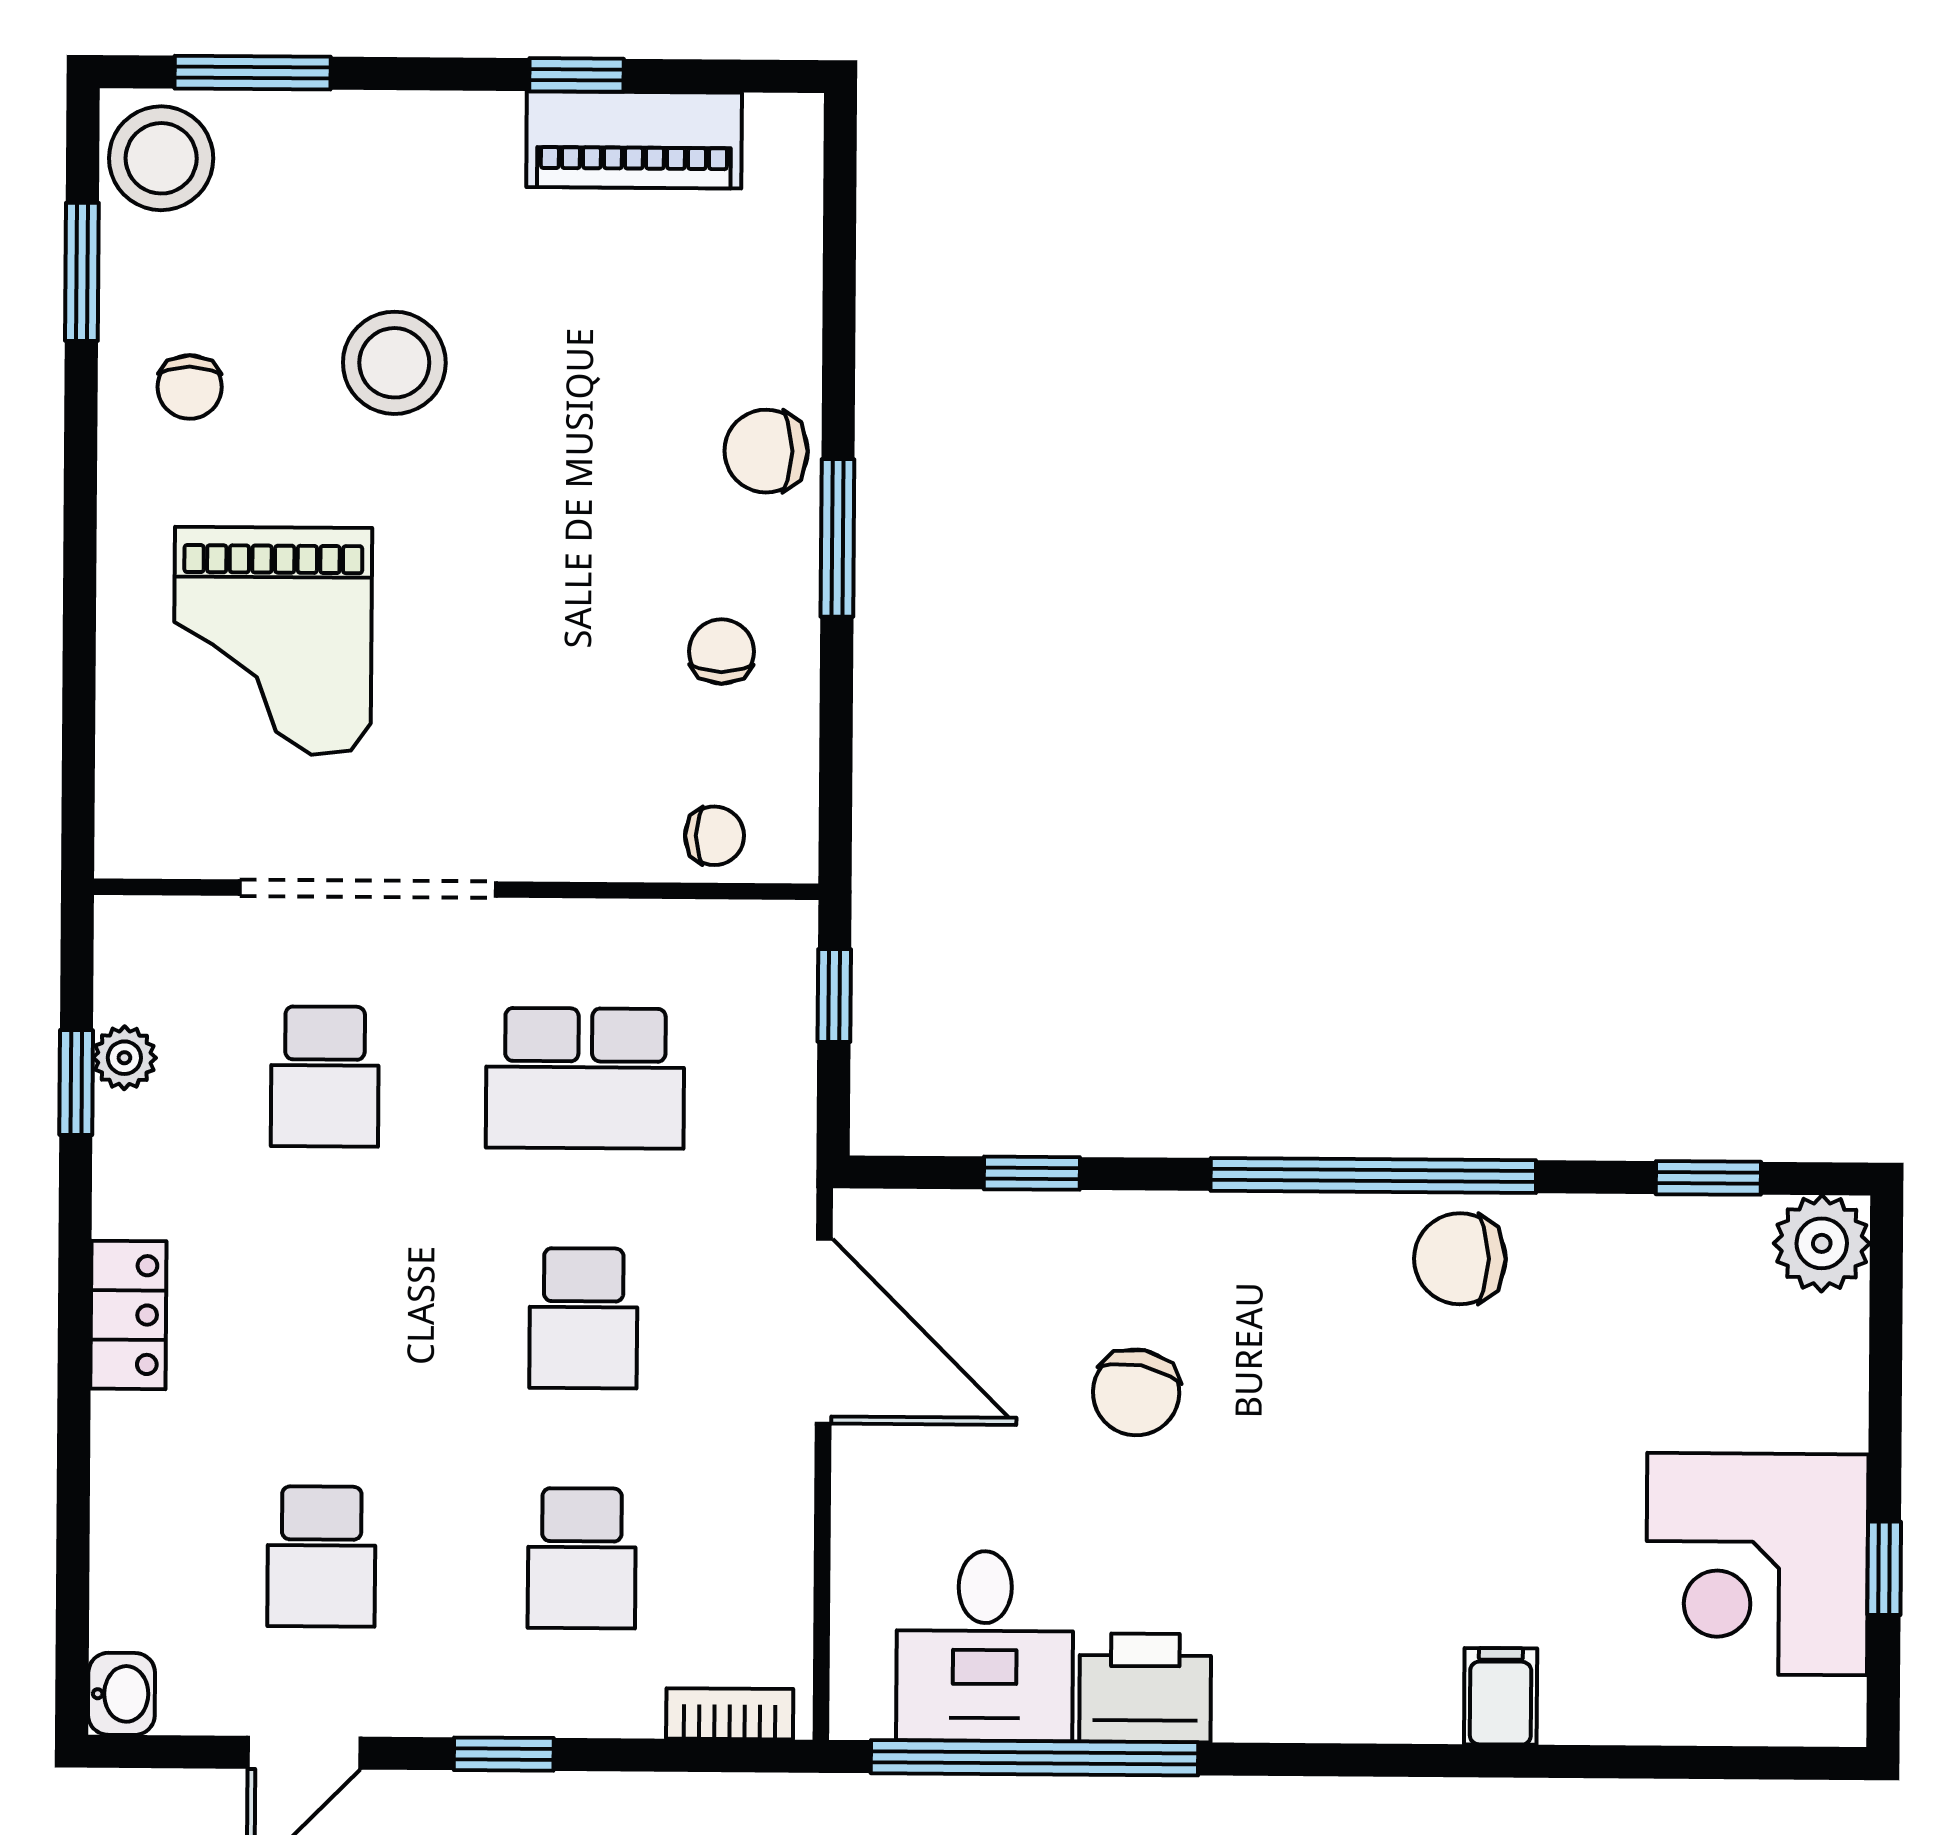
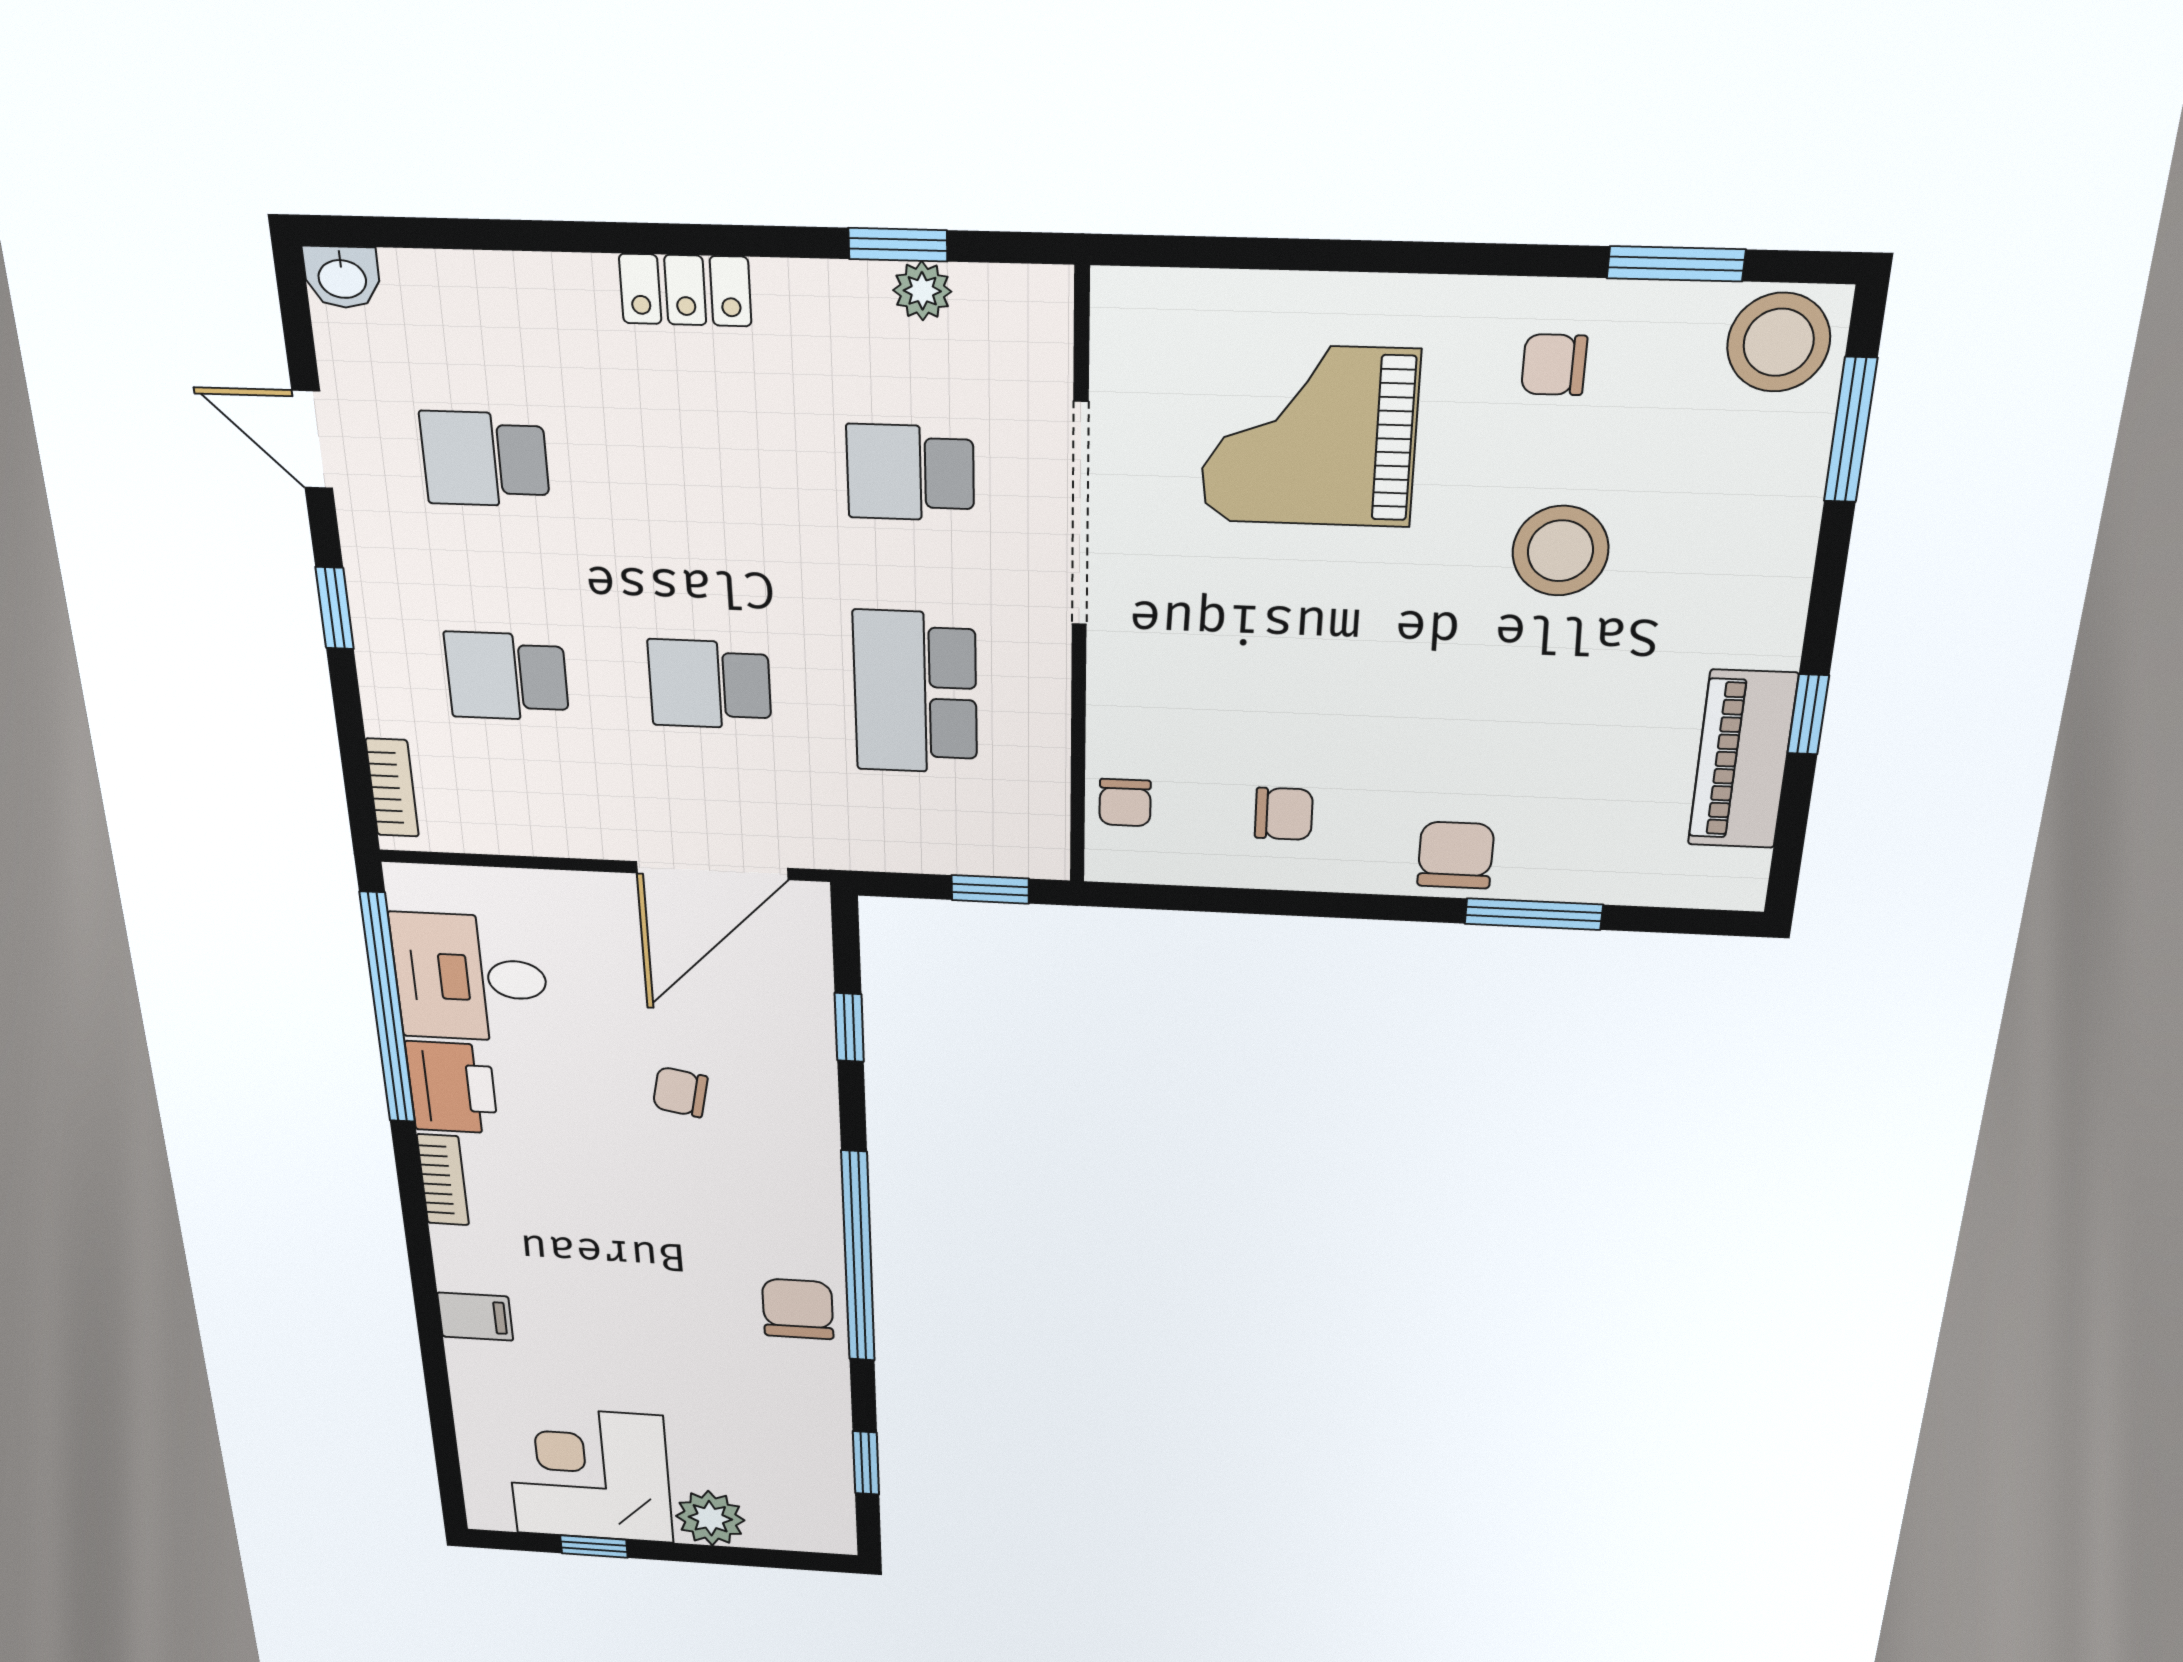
window: (837, 538) -> (1534, 914), moved
plant: (1822, 1243) -> (710, 1518), moved
chair: (1136, 1392) -> (680, 1092), width x0.73, depth x0.73
bookcase: (1286, 1716) -> (443, 1180), added

